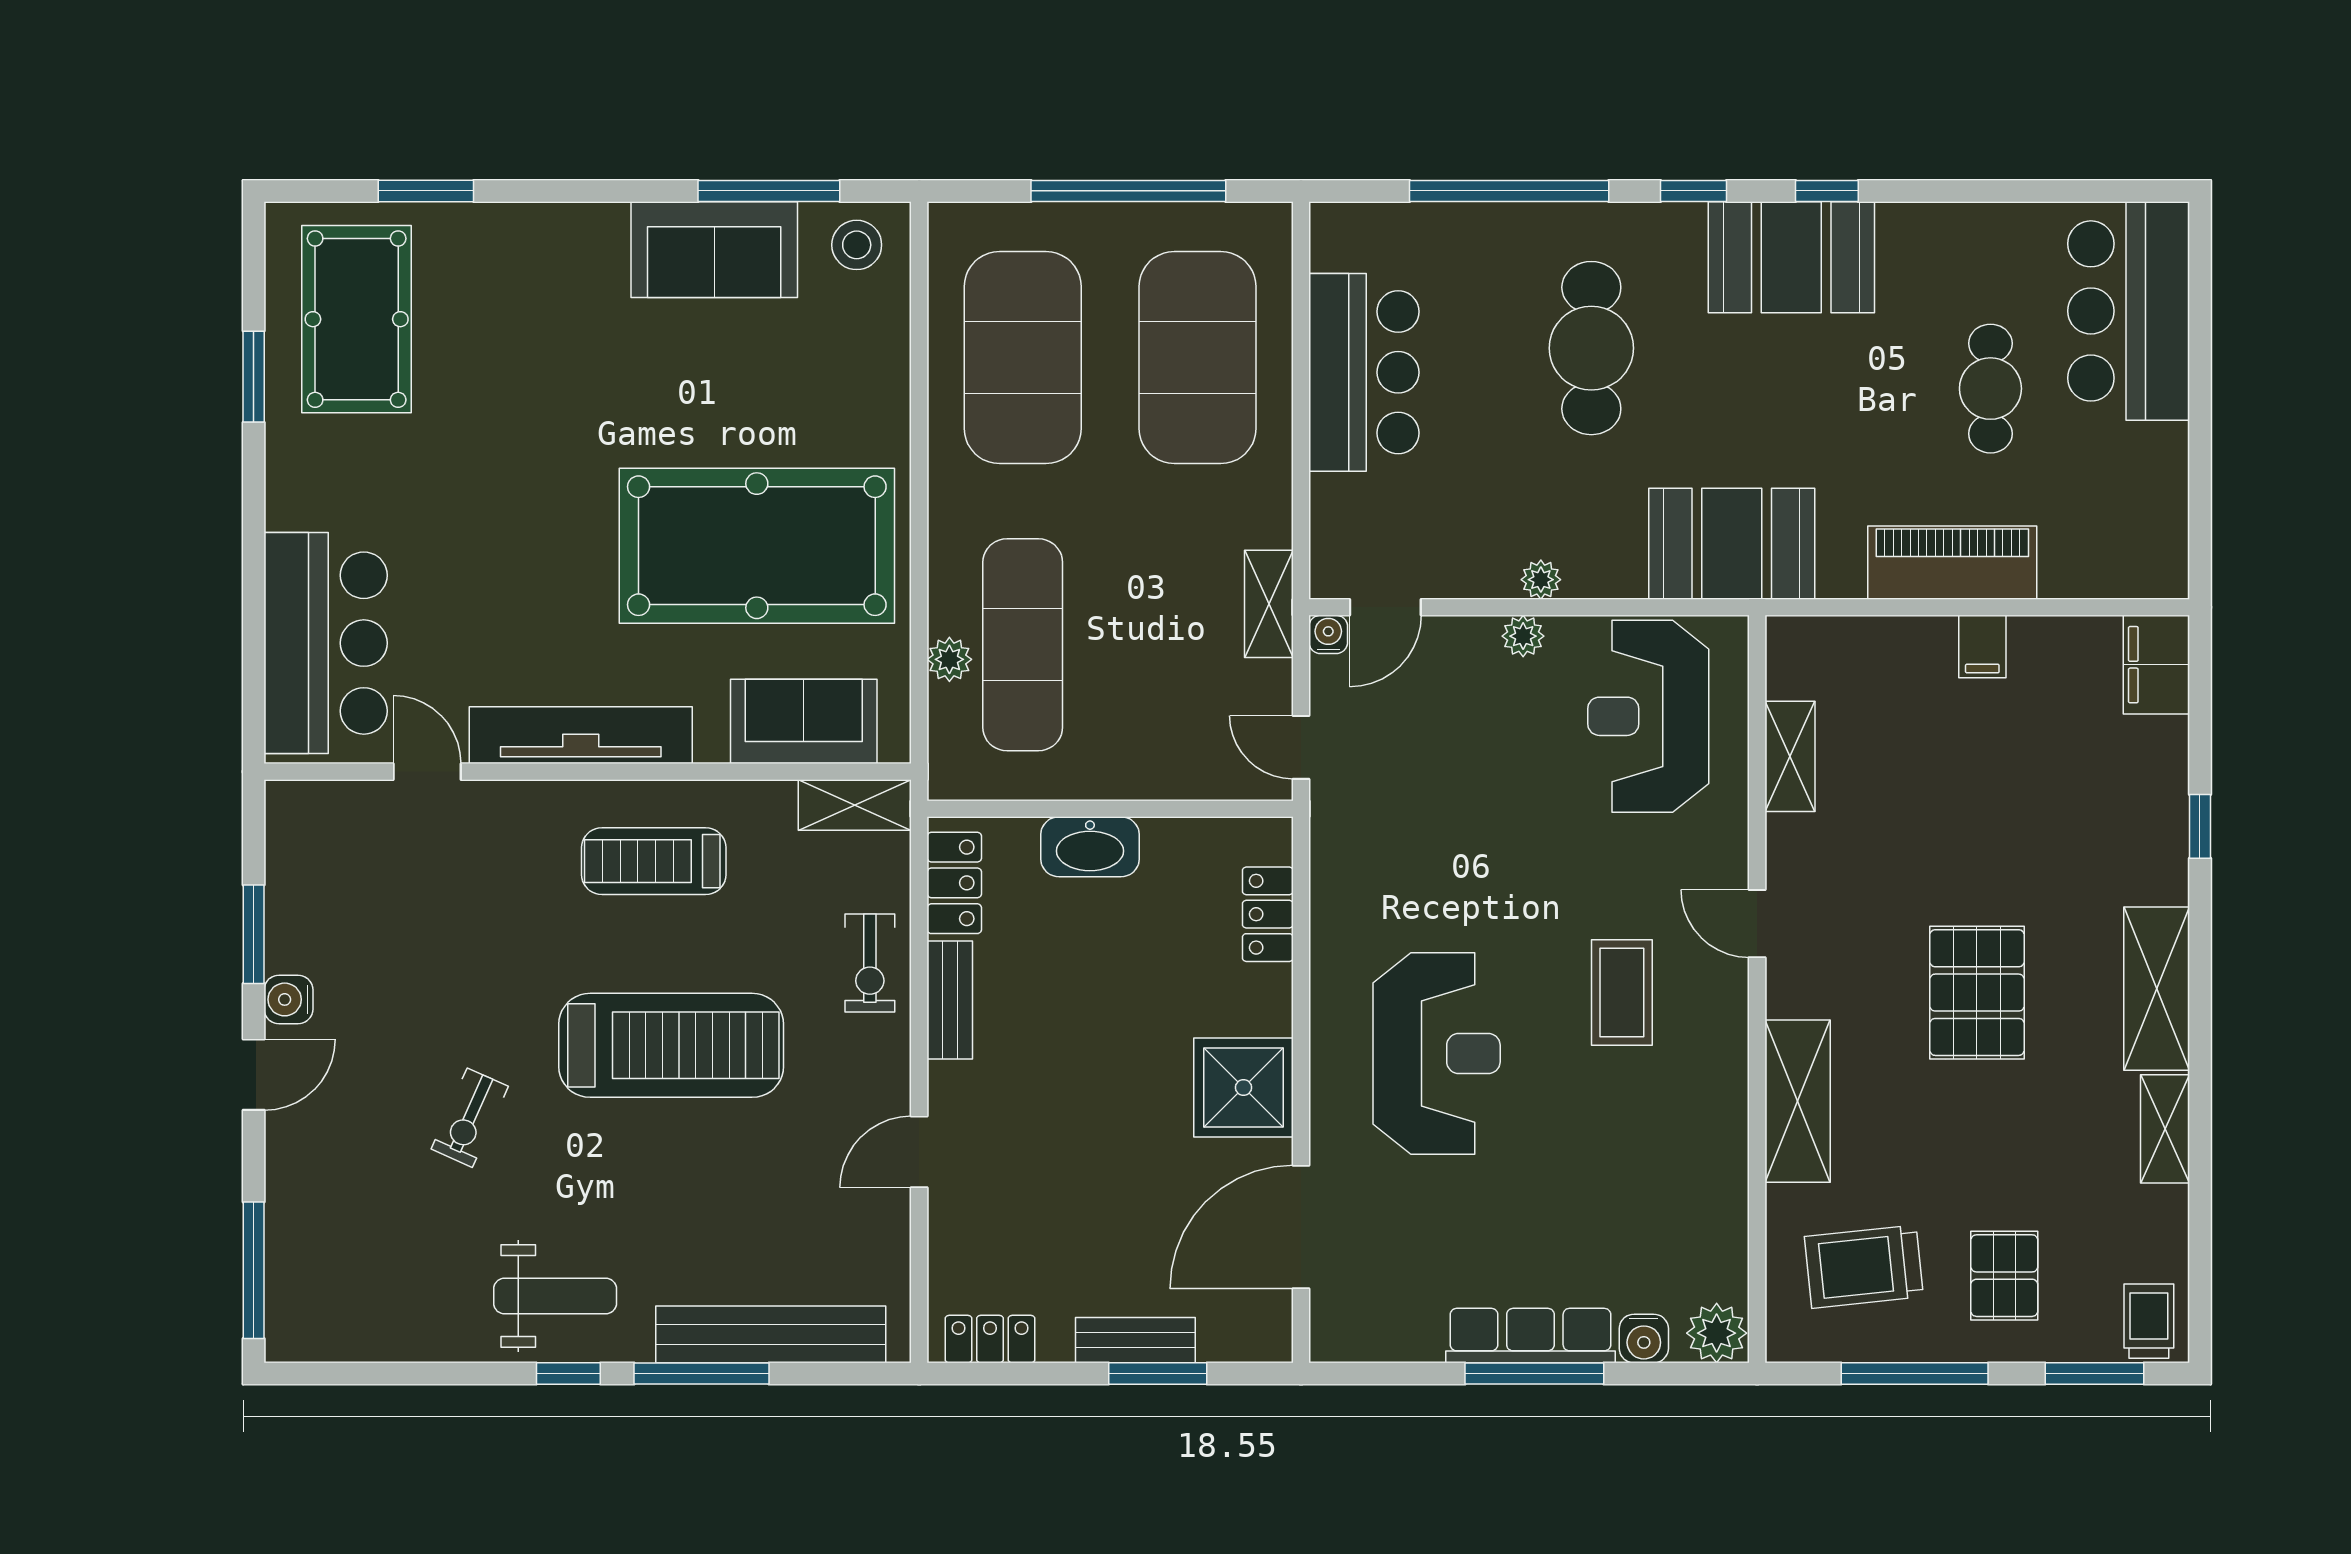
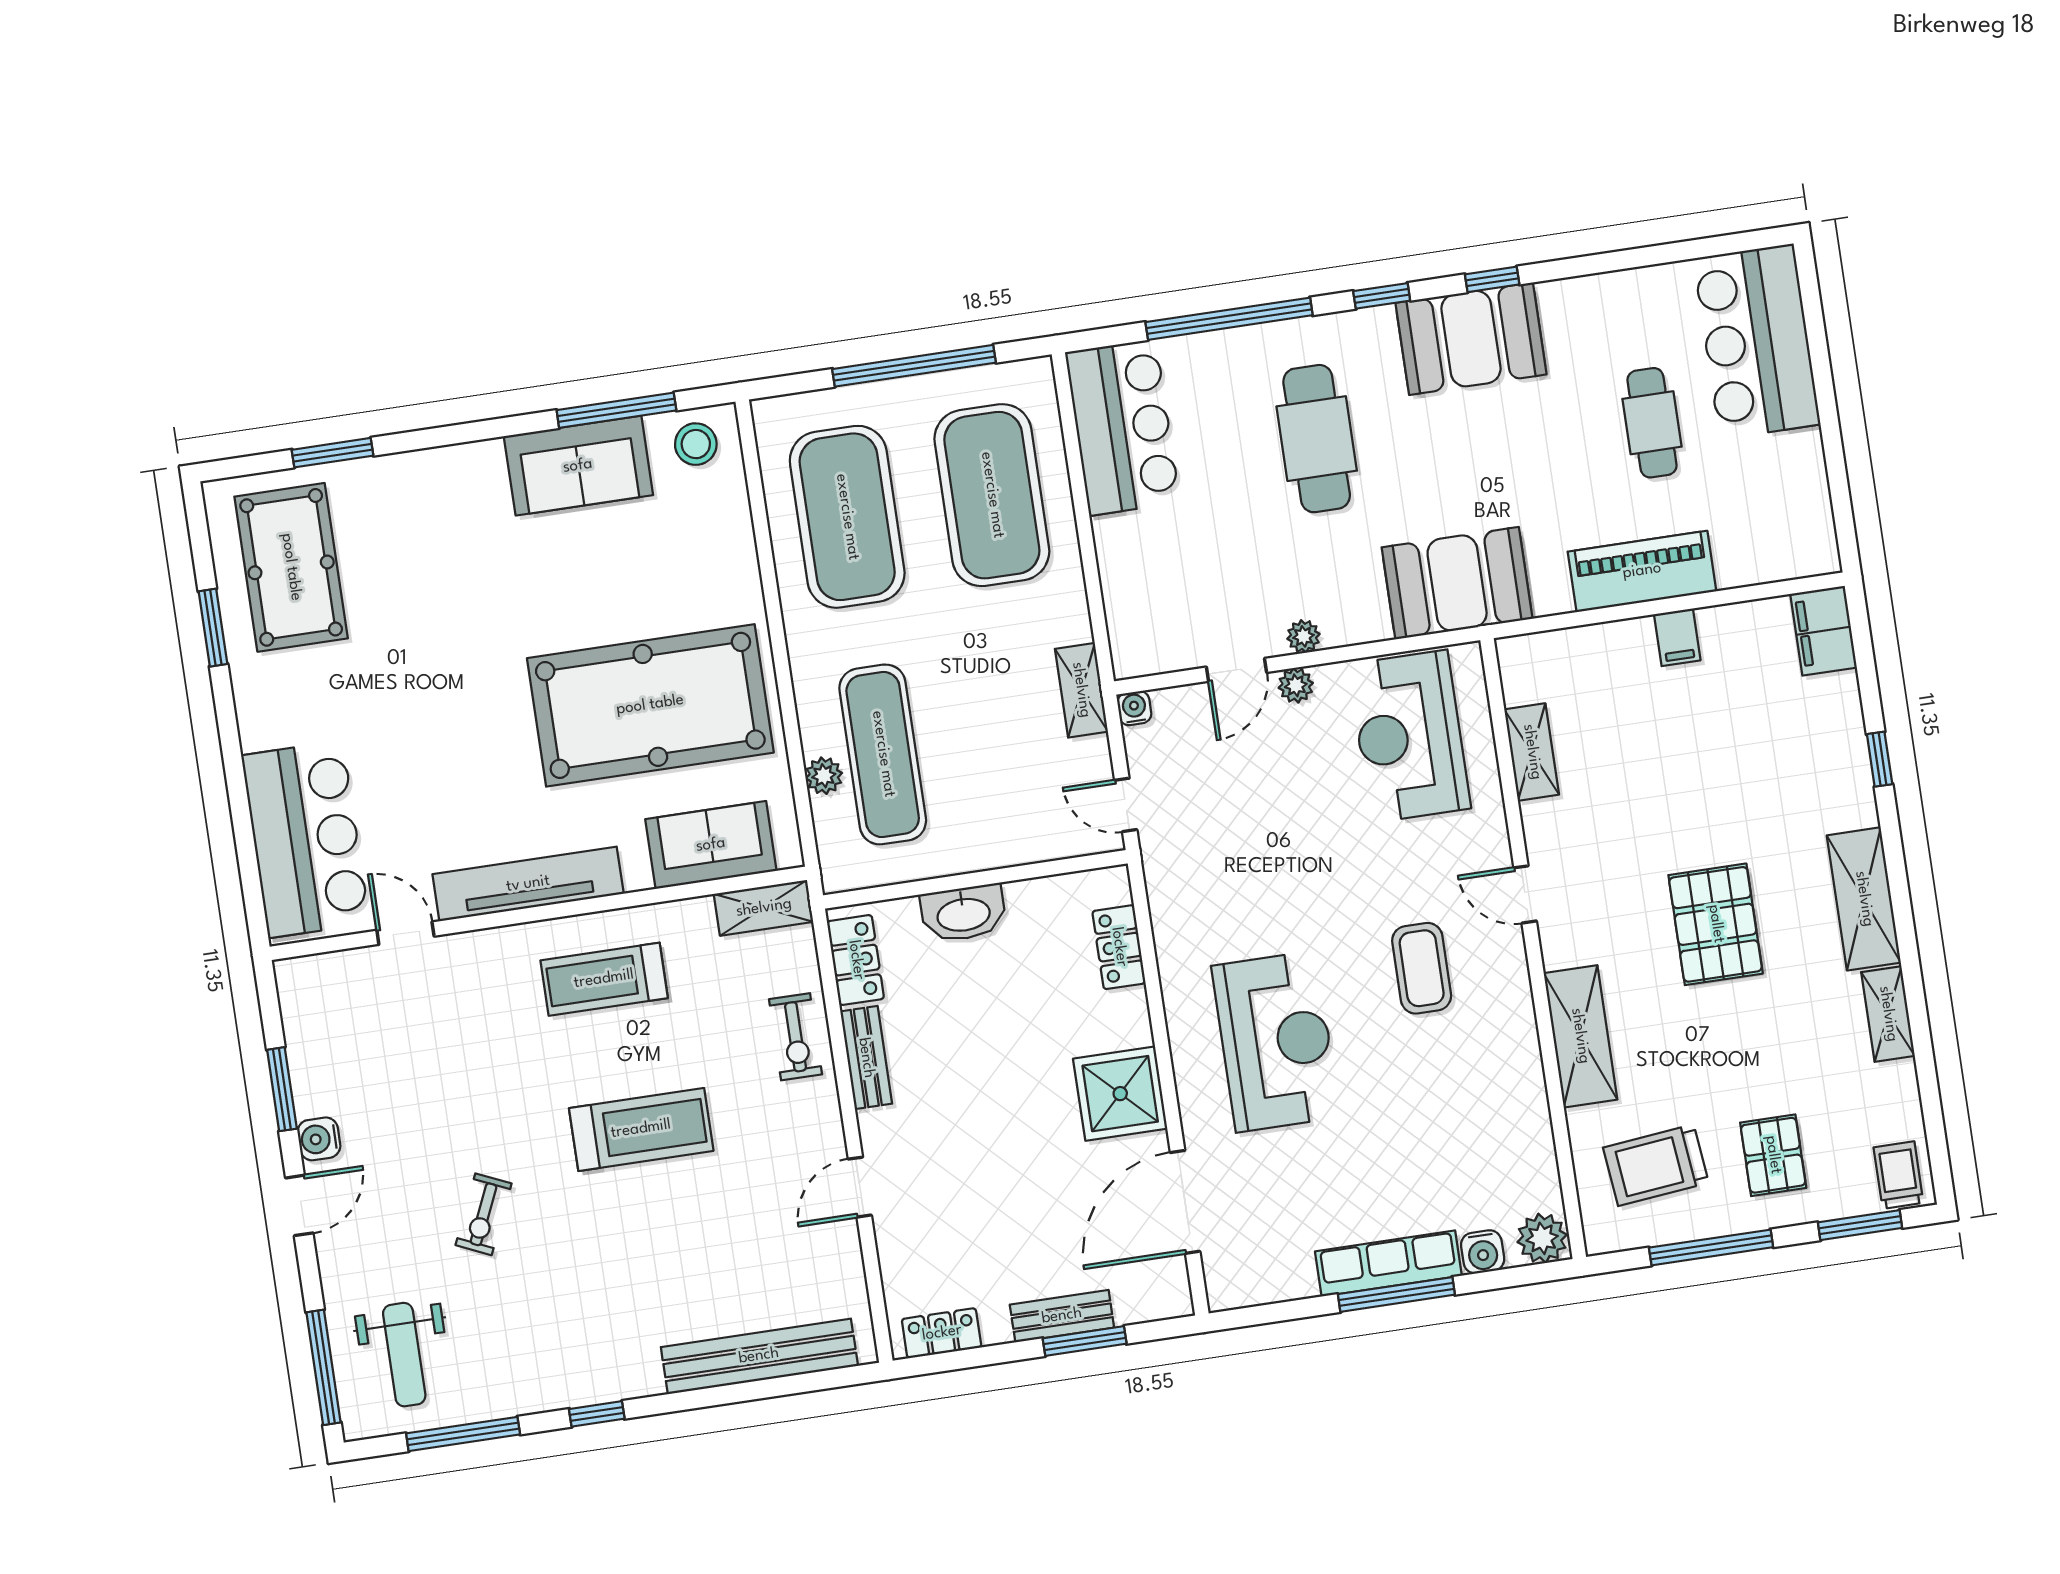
bar counter: (1364, 372) -> (1123, 427), moved
door: (1385, 607) -> (1237, 670), moved
treadmill: (671, 1045) -> (641, 1129), width x0.73, depth x0.73
weight bench: (555, 1296) -> (404, 1355), moved, turned 90
window: (701, 1374) -> (463, 1434), moved

